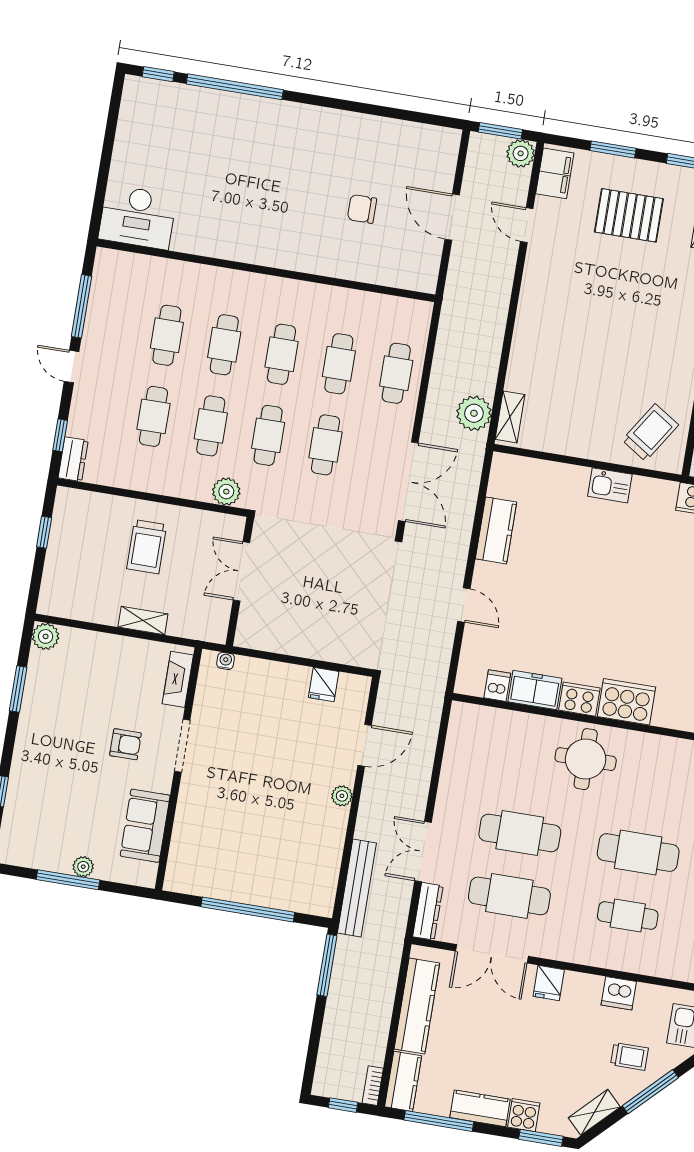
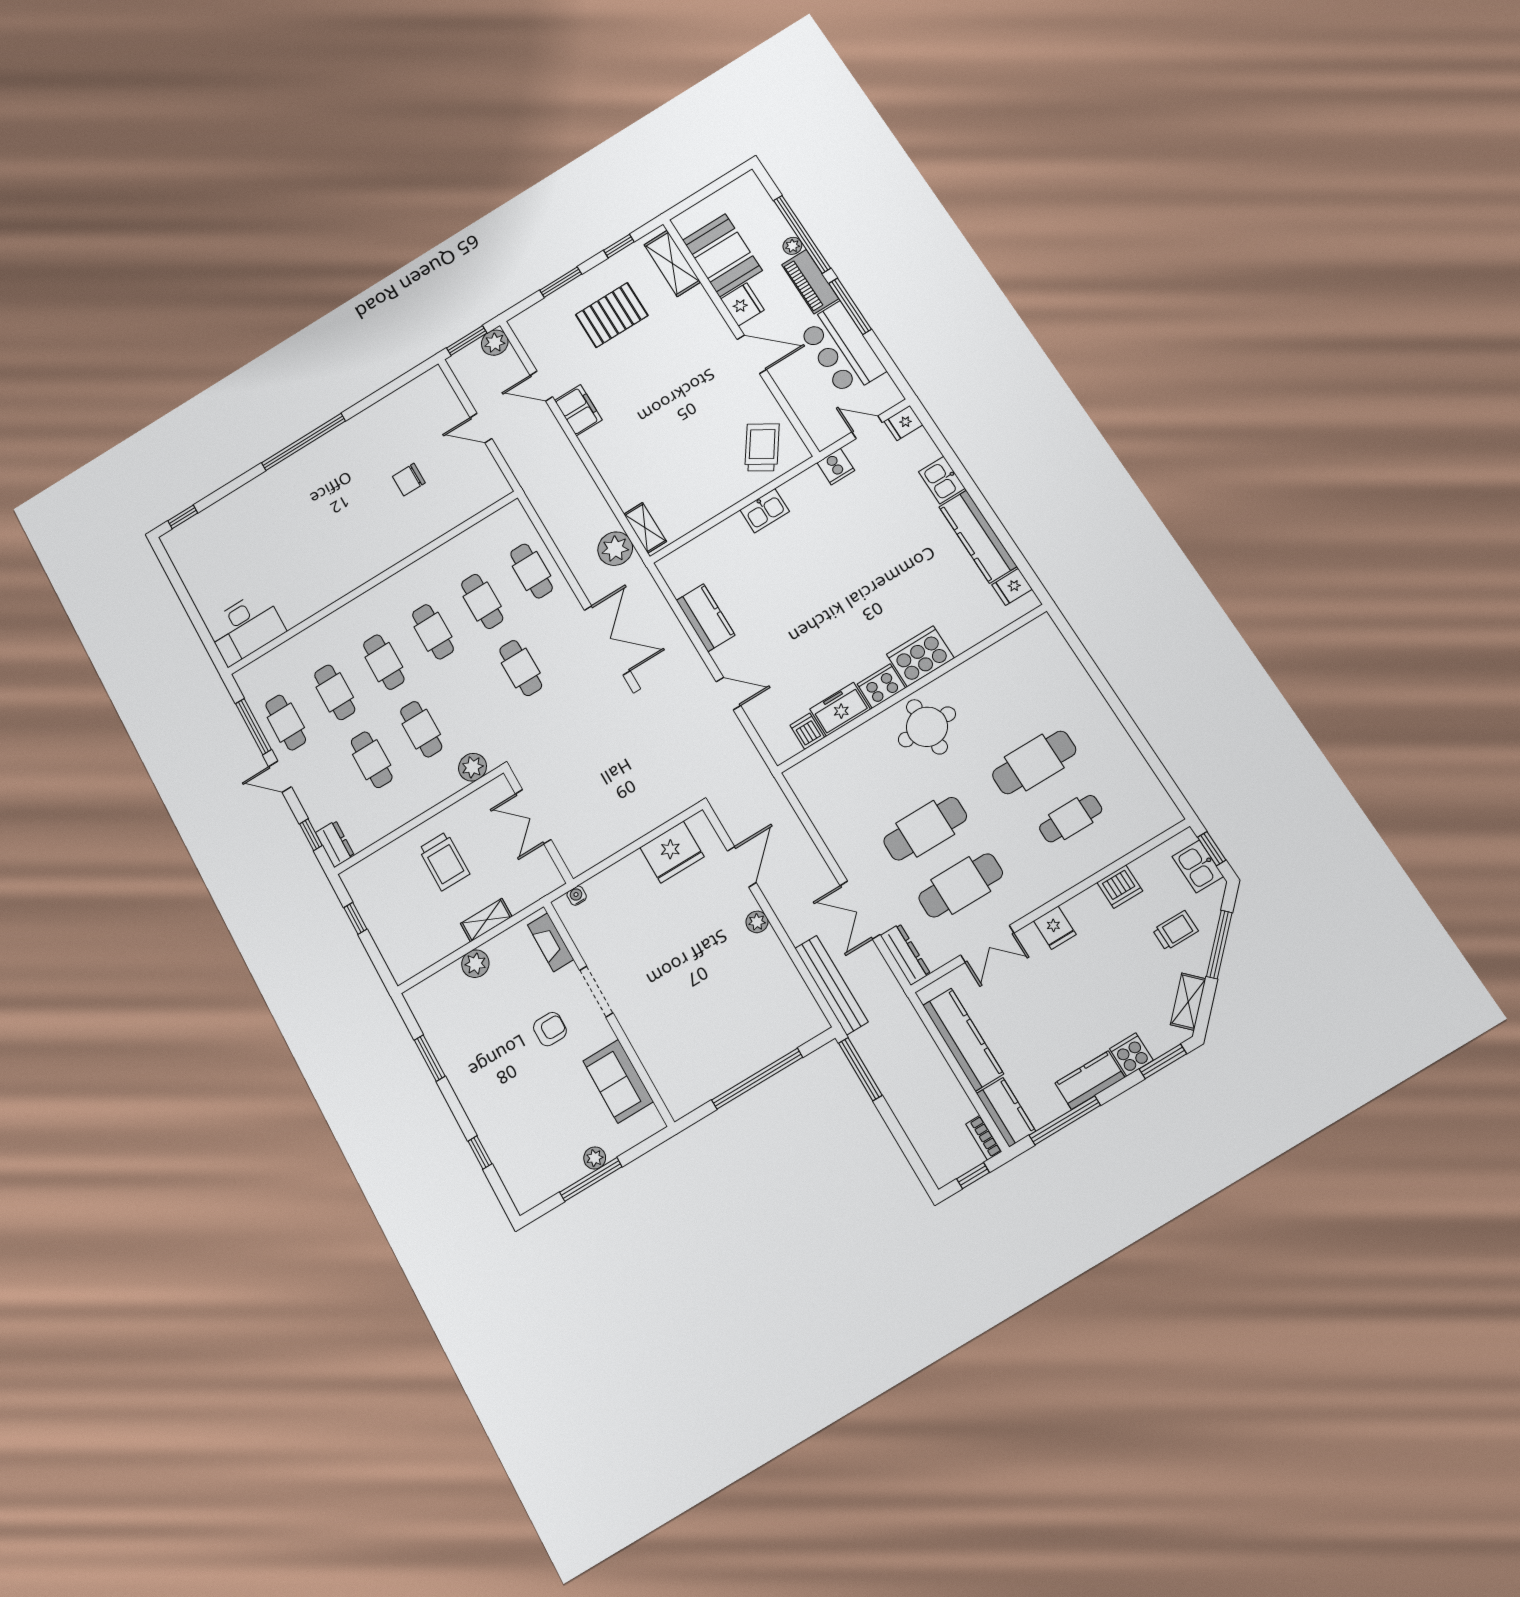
window: (235, 87) -> (303, 442), moved
filing cabinet: (555, 173) -> (578, 410), moved
door: (452, 217) -> (481, 428), width x0.73
cafe table: (268, 435) -> (286, 723), moved
plant: (46, 636) -> (475, 964), moved
fridge: (324, 684) -> (672, 852), width x1.88, depth x1.34
double door: (492, 954) -> (987, 944), width x0.73

